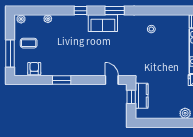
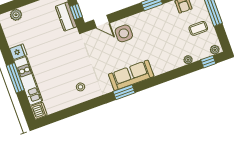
window: (80, 11) -> (208, 62), moved
sofa: (103, 23) -> (131, 75), width x1.36
side table: (96, 62) -> (124, 33), added

